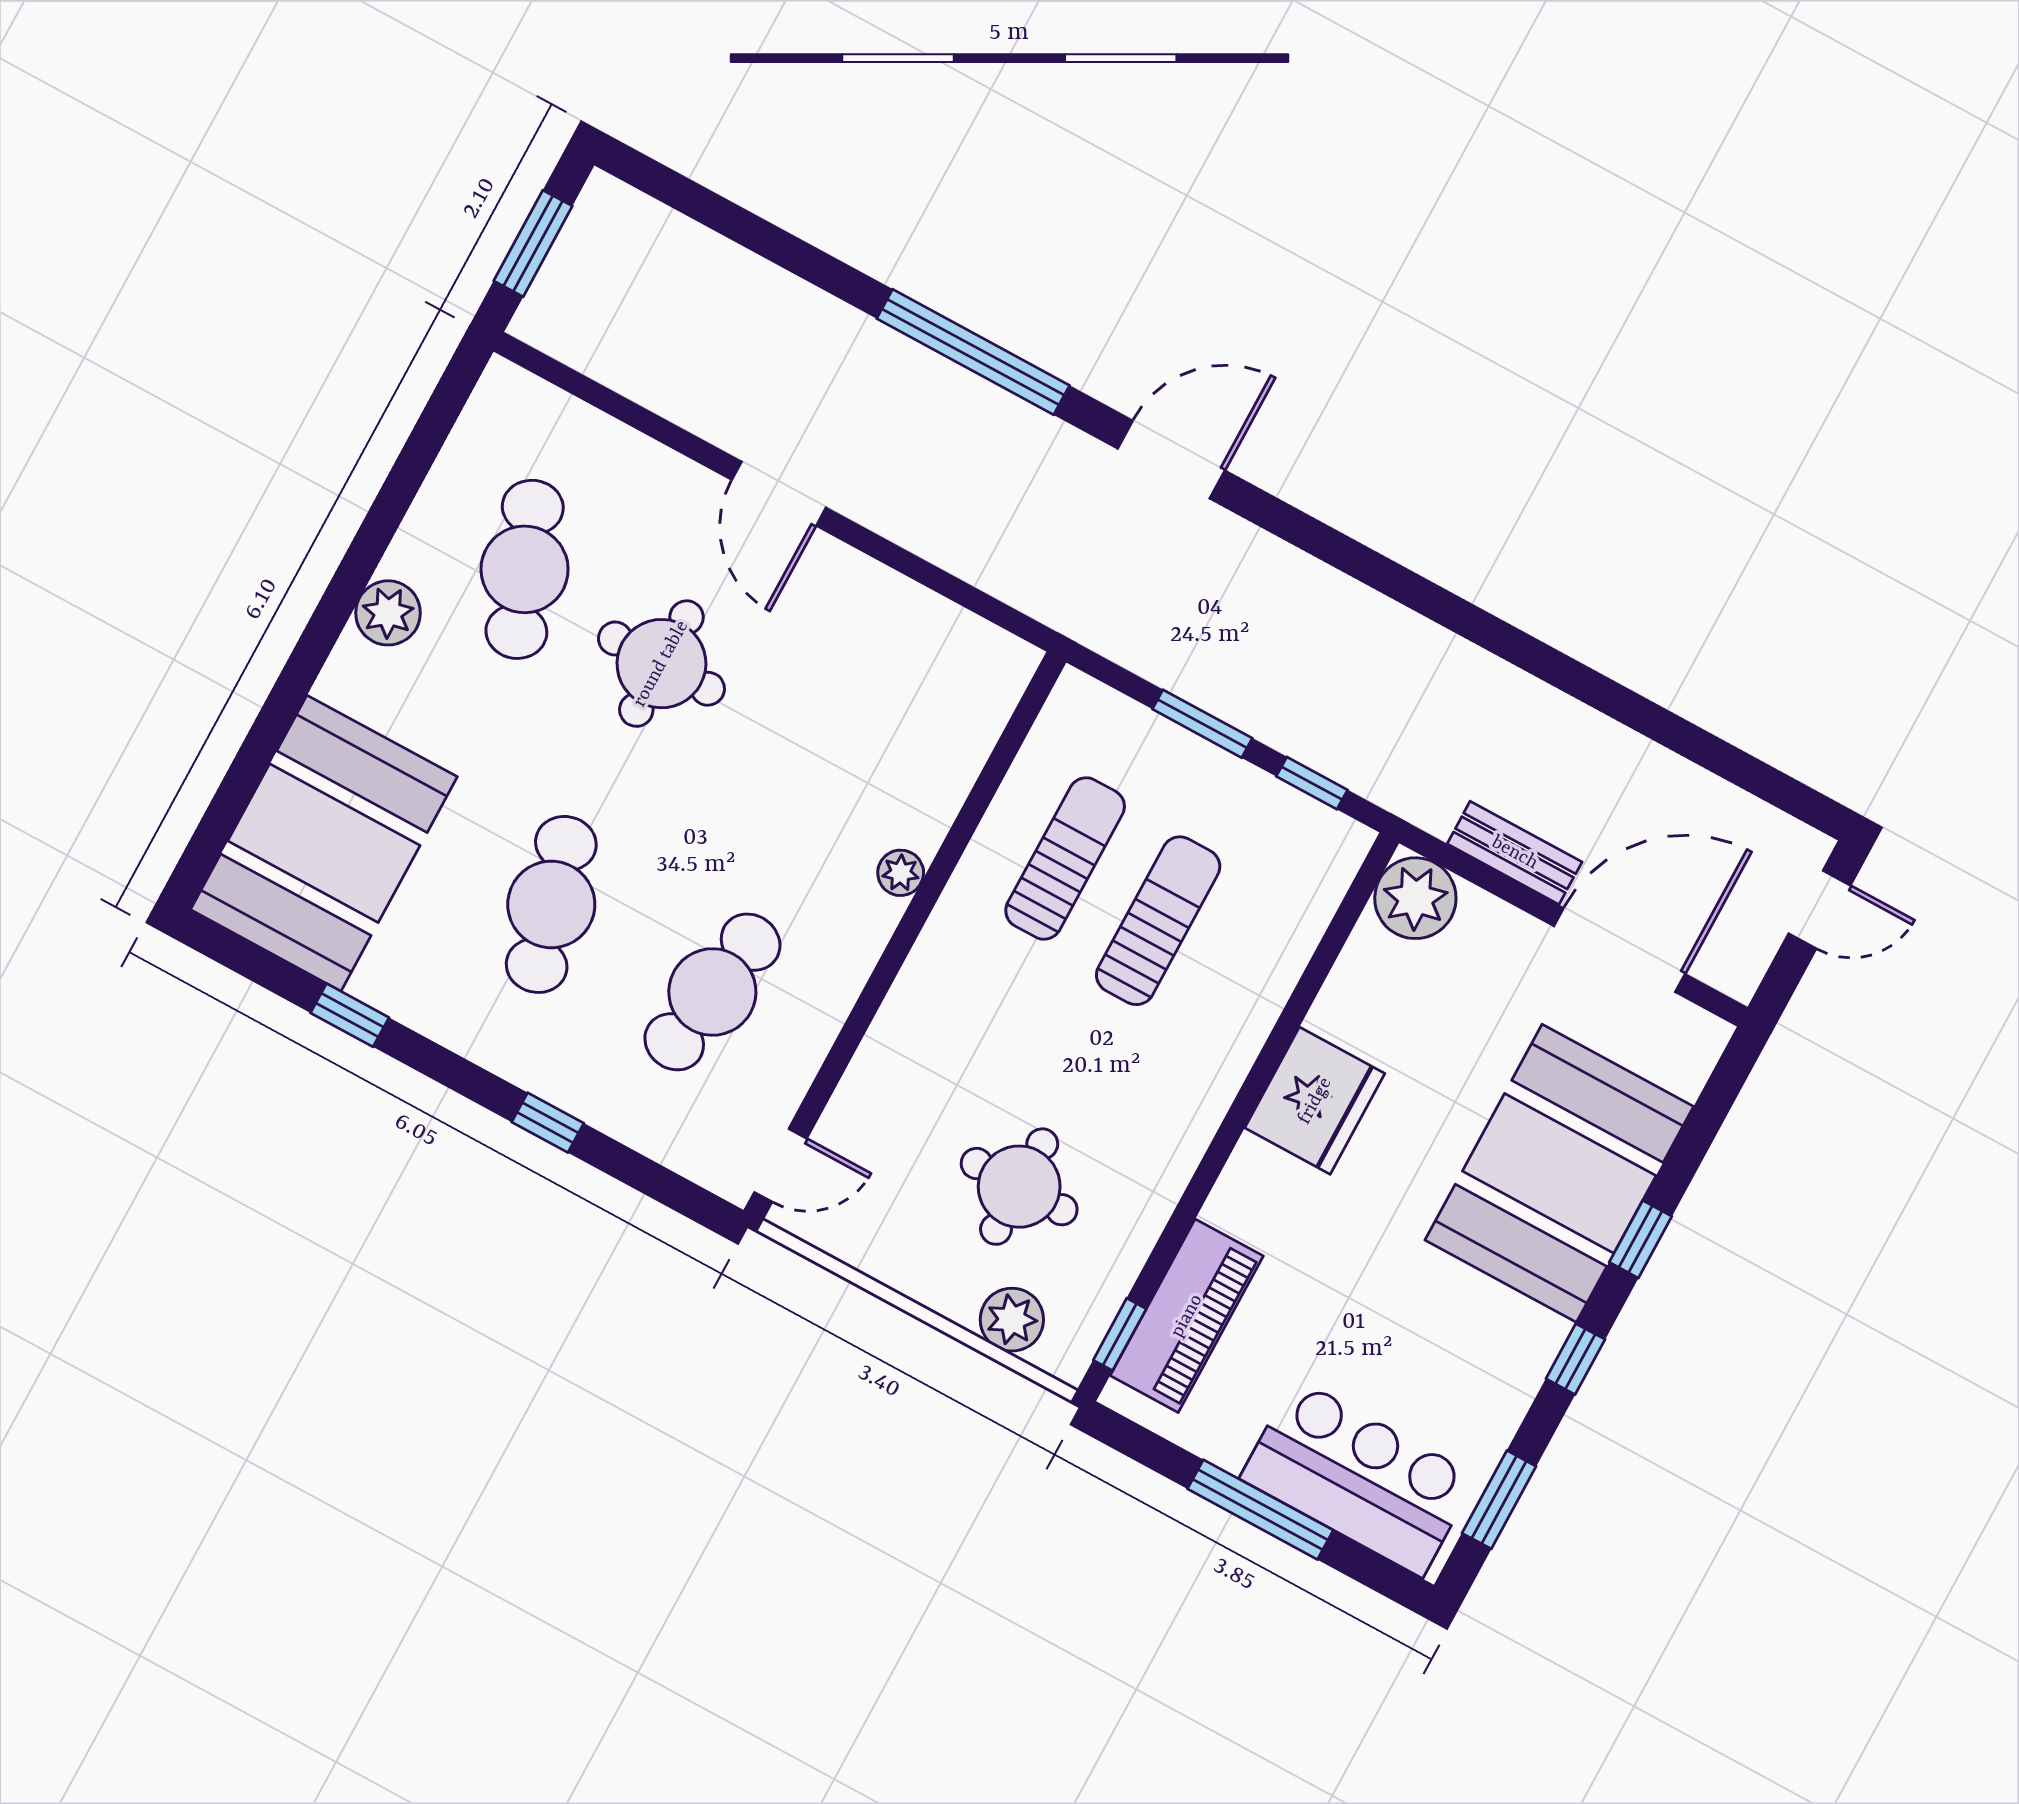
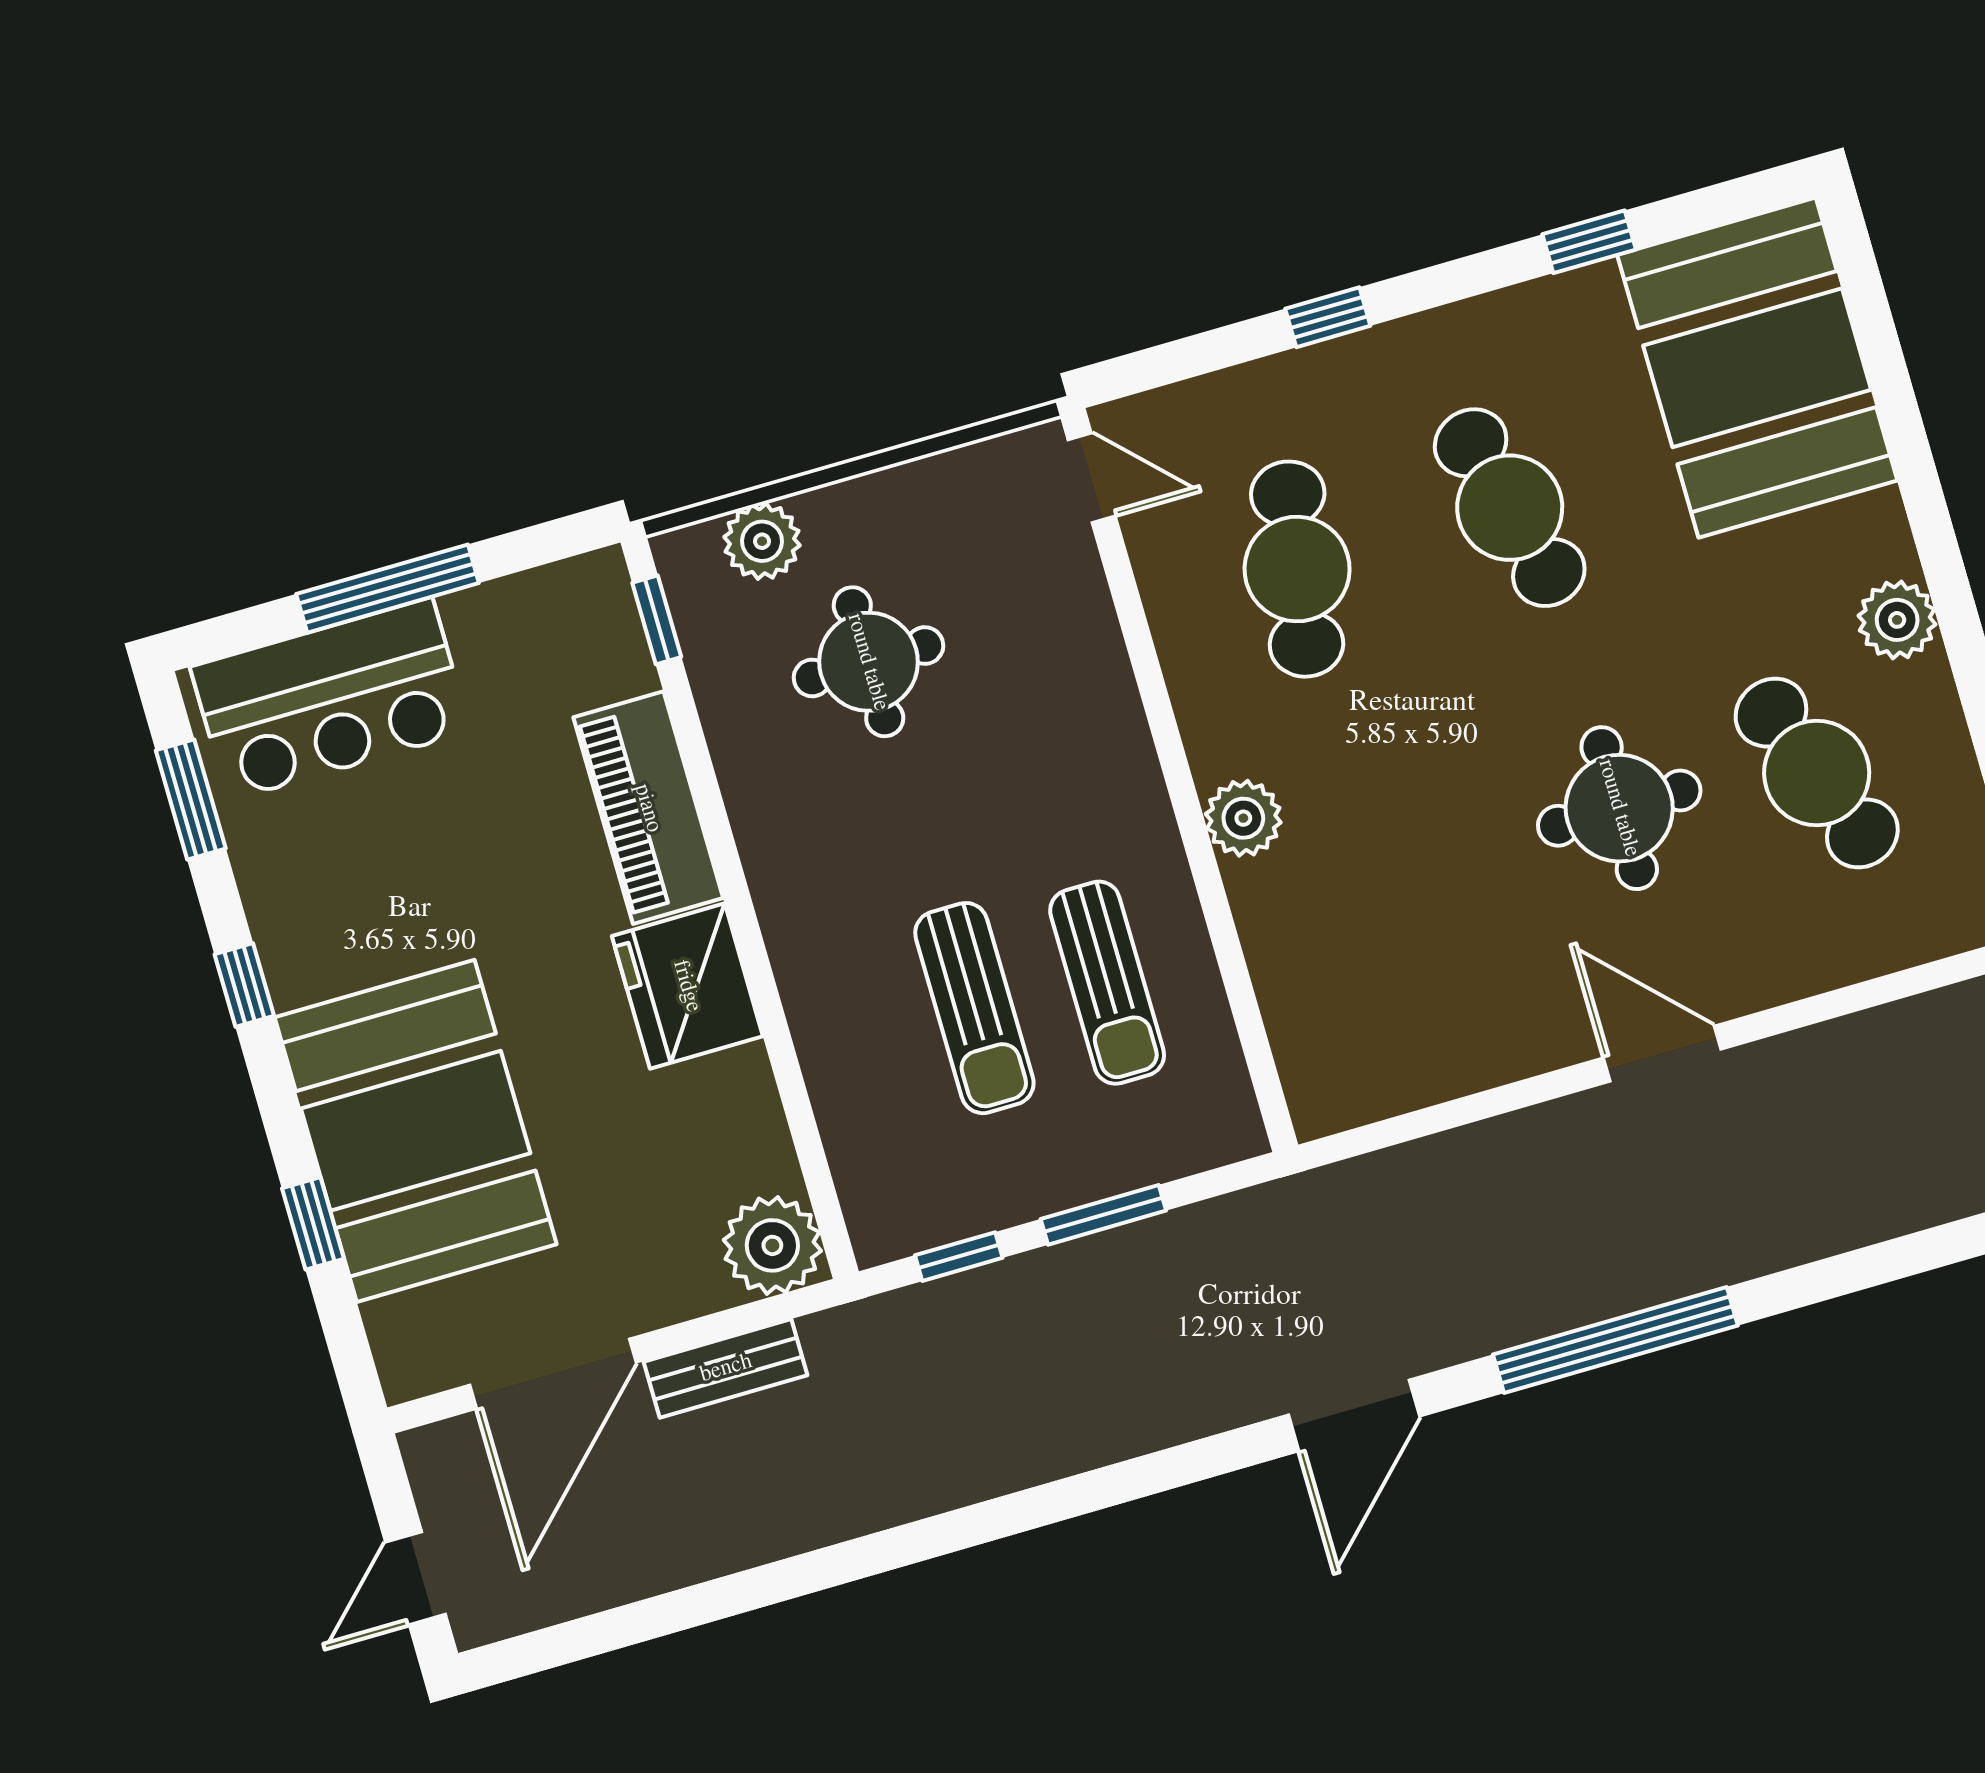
plant: (901, 873) -> (1243, 818), width x1.38, depth x1.38
door: (780, 1165) -> (1092, 478), swing flipped
window: (1640, 1239) -> (313, 1223), moved
piano: (1187, 1316) -> (648, 808), moved

